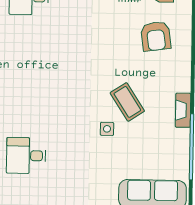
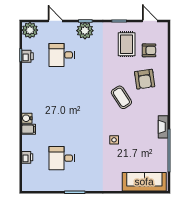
coffee table: (127, 102) -> (121, 97), moved

